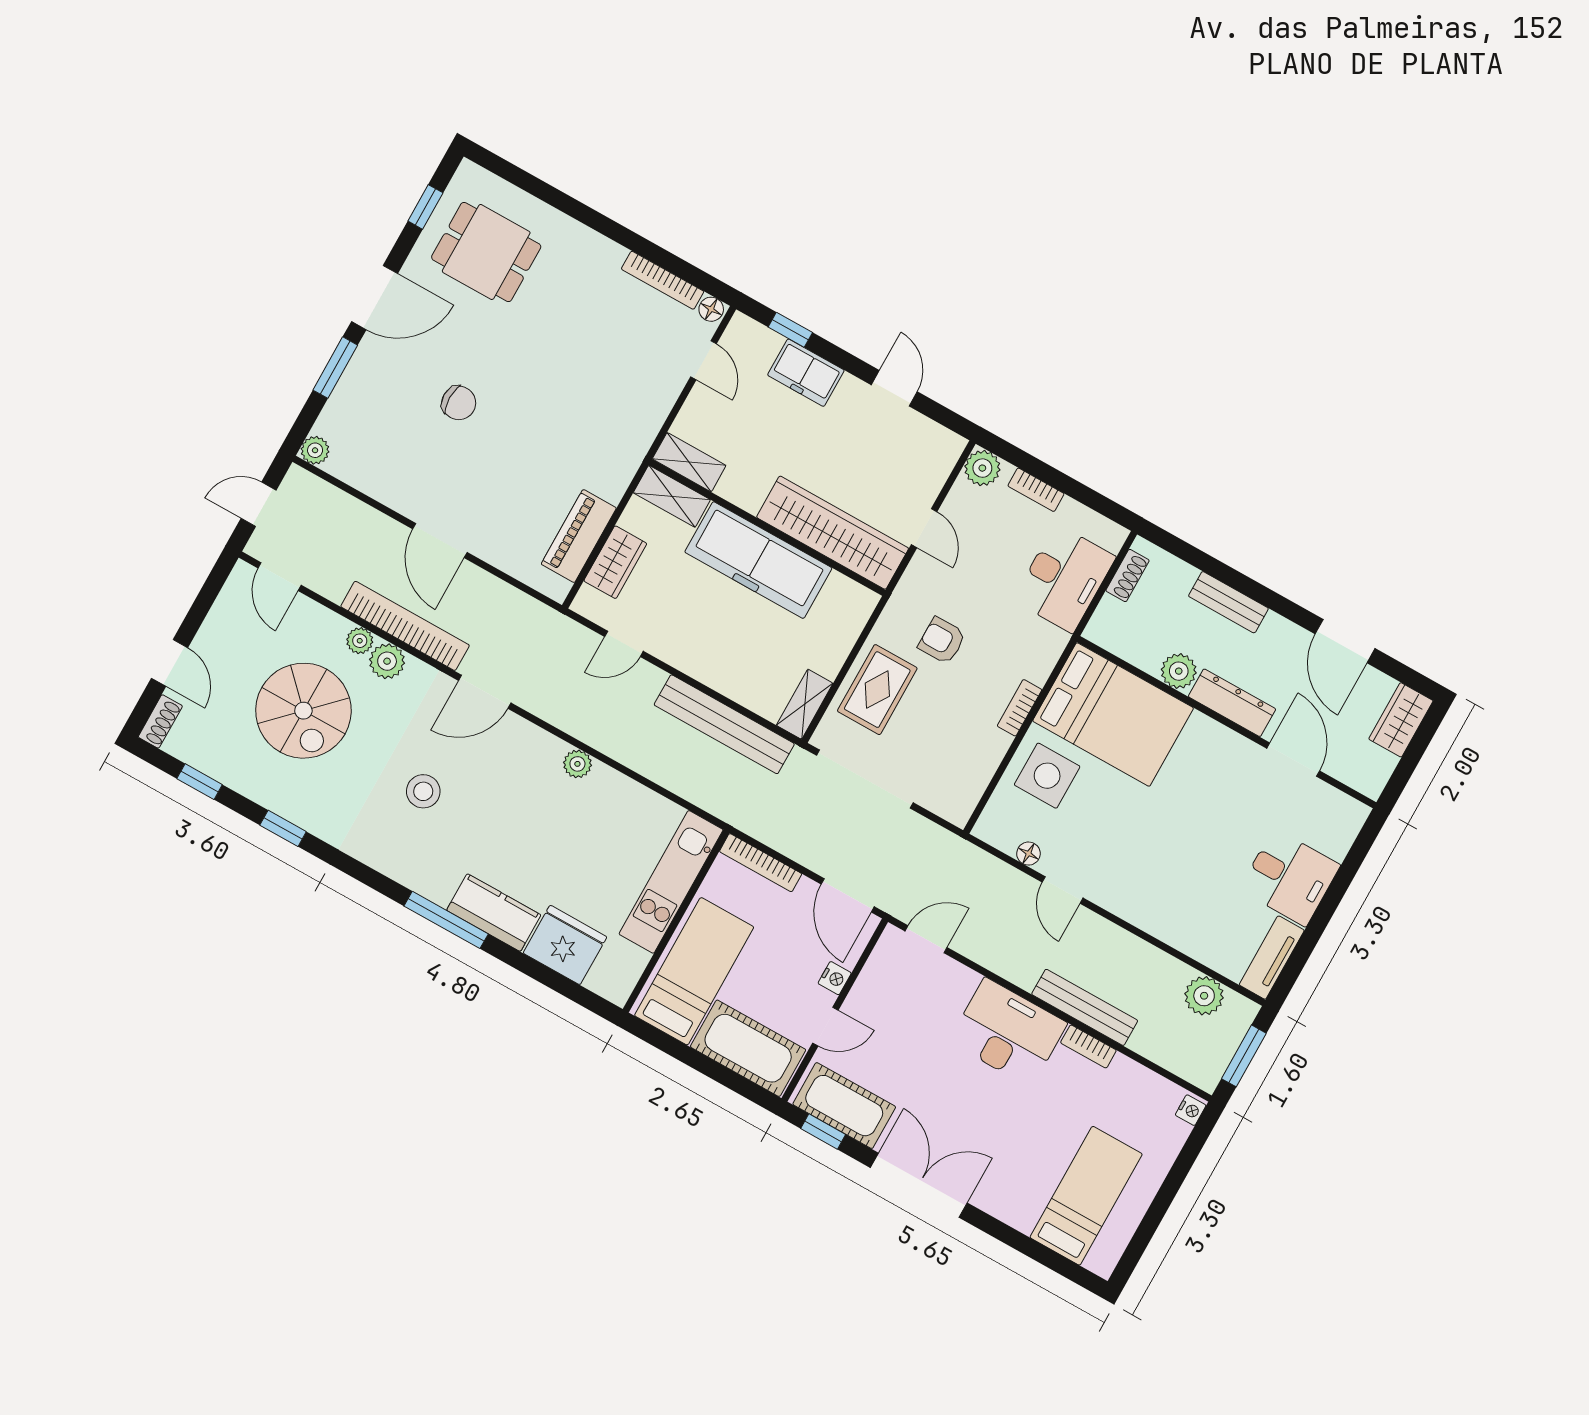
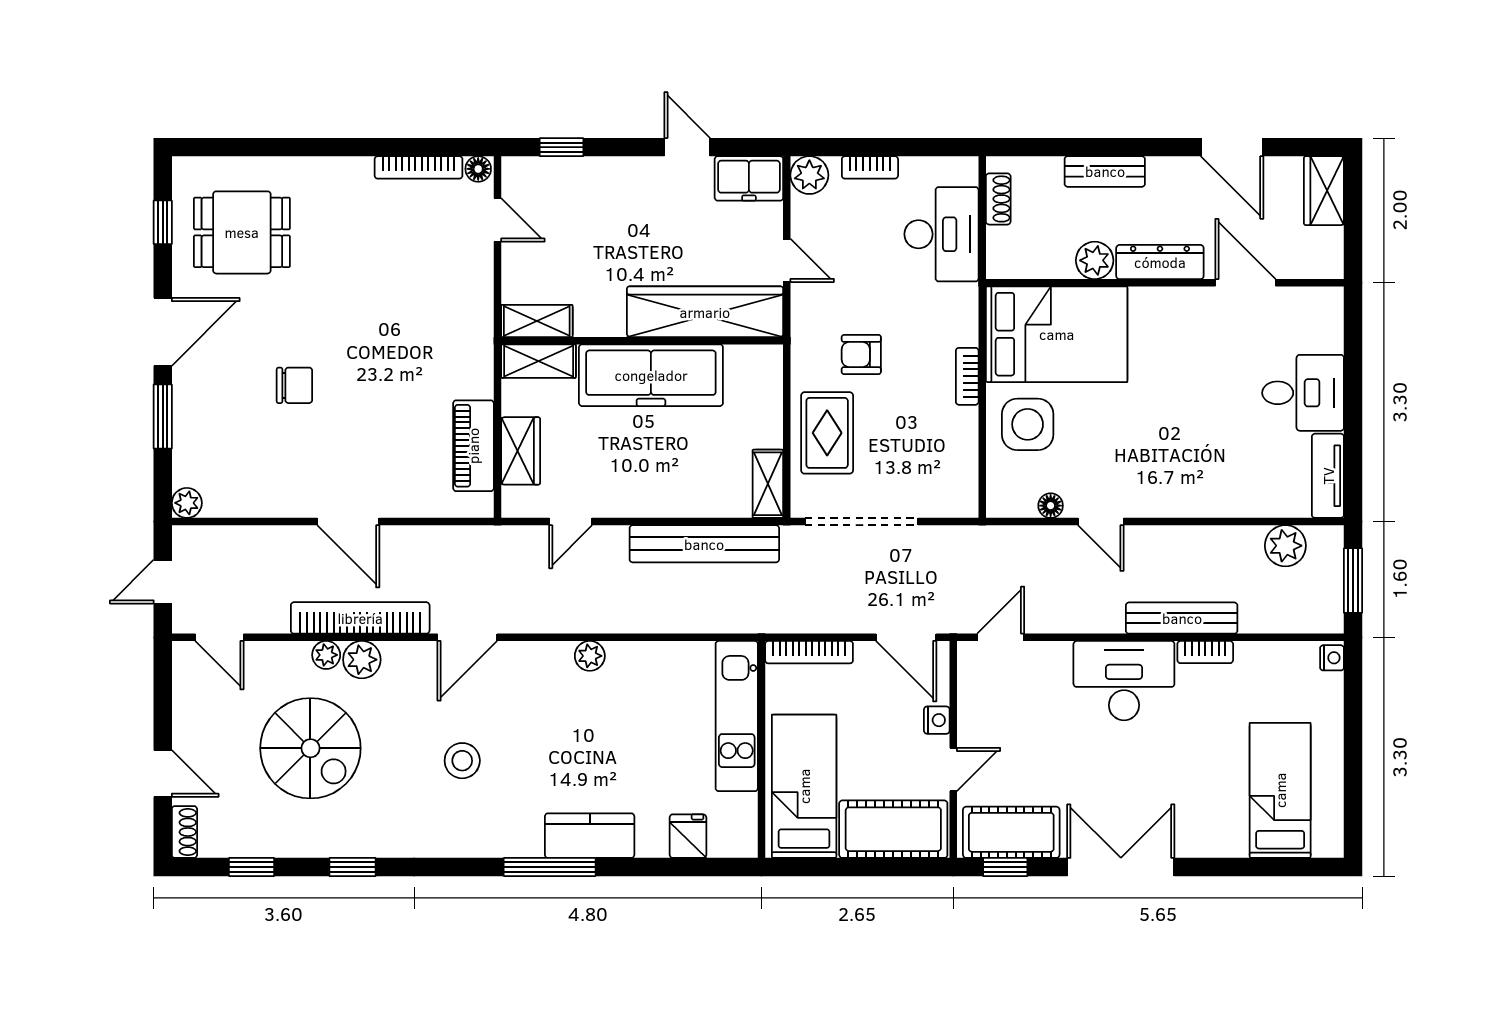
freezer: (806, 373) -> (749, 178), moved
fridge: (565, 945) -> (688, 836), width x0.53, depth x0.75

